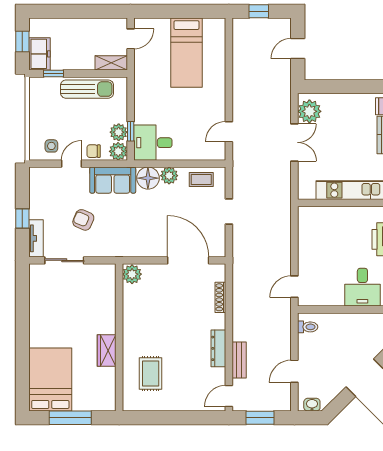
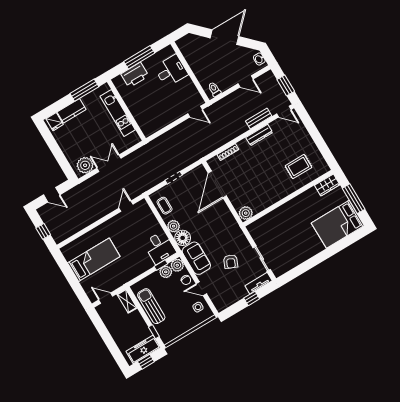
freezer: (40, 54) -> (143, 349), width x1.40
door: (229, 132) -> (126, 206), swing flipped
wardrobe: (107, 351) -> (327, 185), moved

